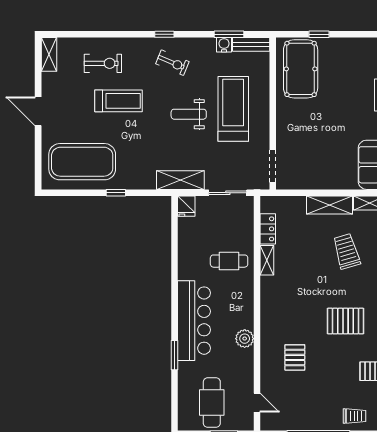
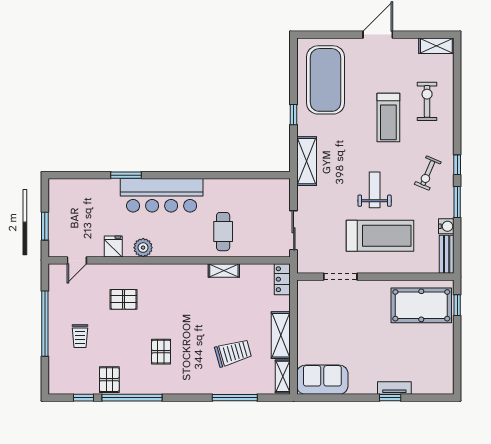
window: (229, 34) -> (457, 202), moved
window: (319, 34) -> (457, 305), moved
exercise bike: (103, 63) -> (427, 101), turned 180
doorway: (273, 166) -> (340, 277), moved
shelving: (180, 180) -> (307, 161), moved
fridge: (186, 206) -> (113, 246), moved, turned 90
locker: (268, 229) -> (282, 279), moved, turned 90
pallet: (346, 321) -> (161, 352), width x0.67, depth x0.71
cafe table: (212, 403) -> (77, 214), removed
trolley: (354, 416) -> (80, 336), moved

